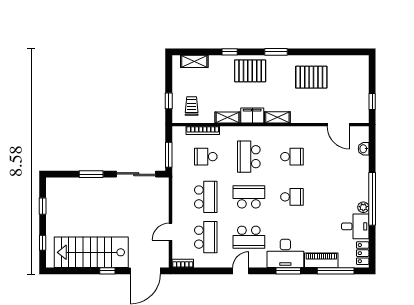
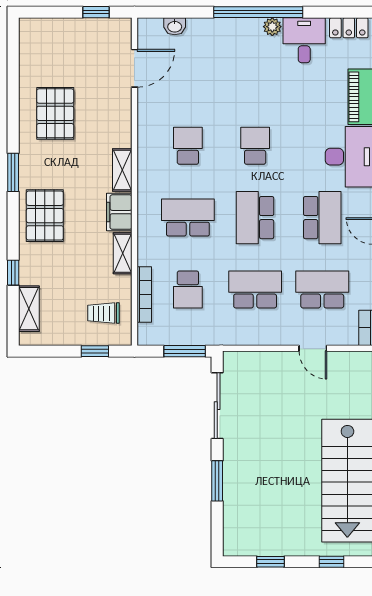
window: (230, 52) -> (13, 273), moved
school desk: (249, 157) -> (188, 218), turned 180

